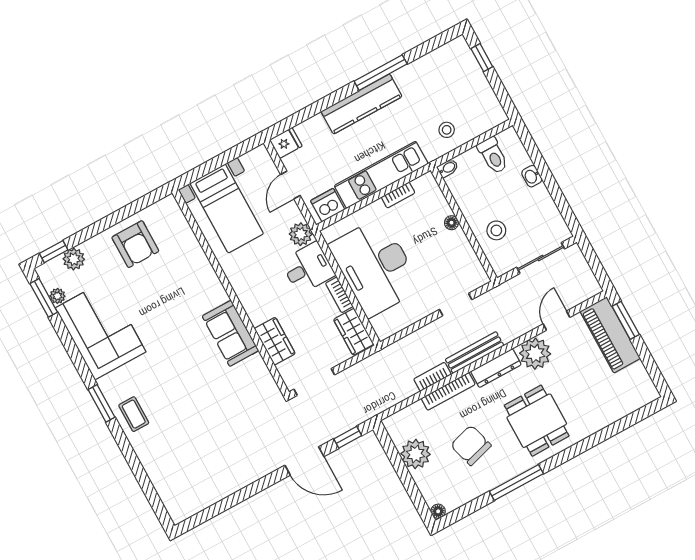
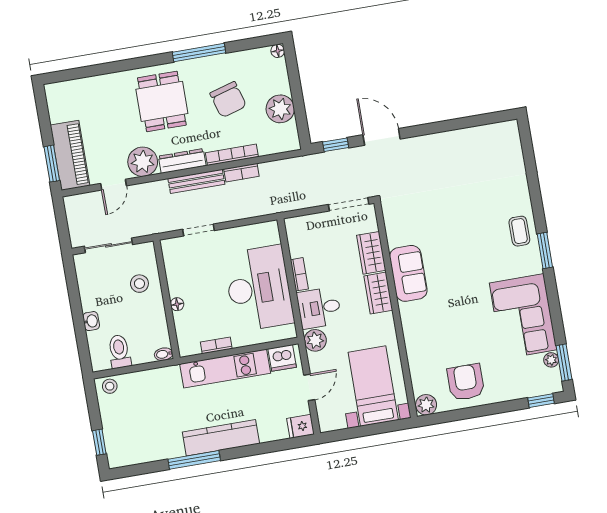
stool: (447, 130) -> (110, 386), moved
plant: (74, 259) -> (426, 405), moved
wardrobe: (354, 332) -> (378, 293), moved, turned 180

